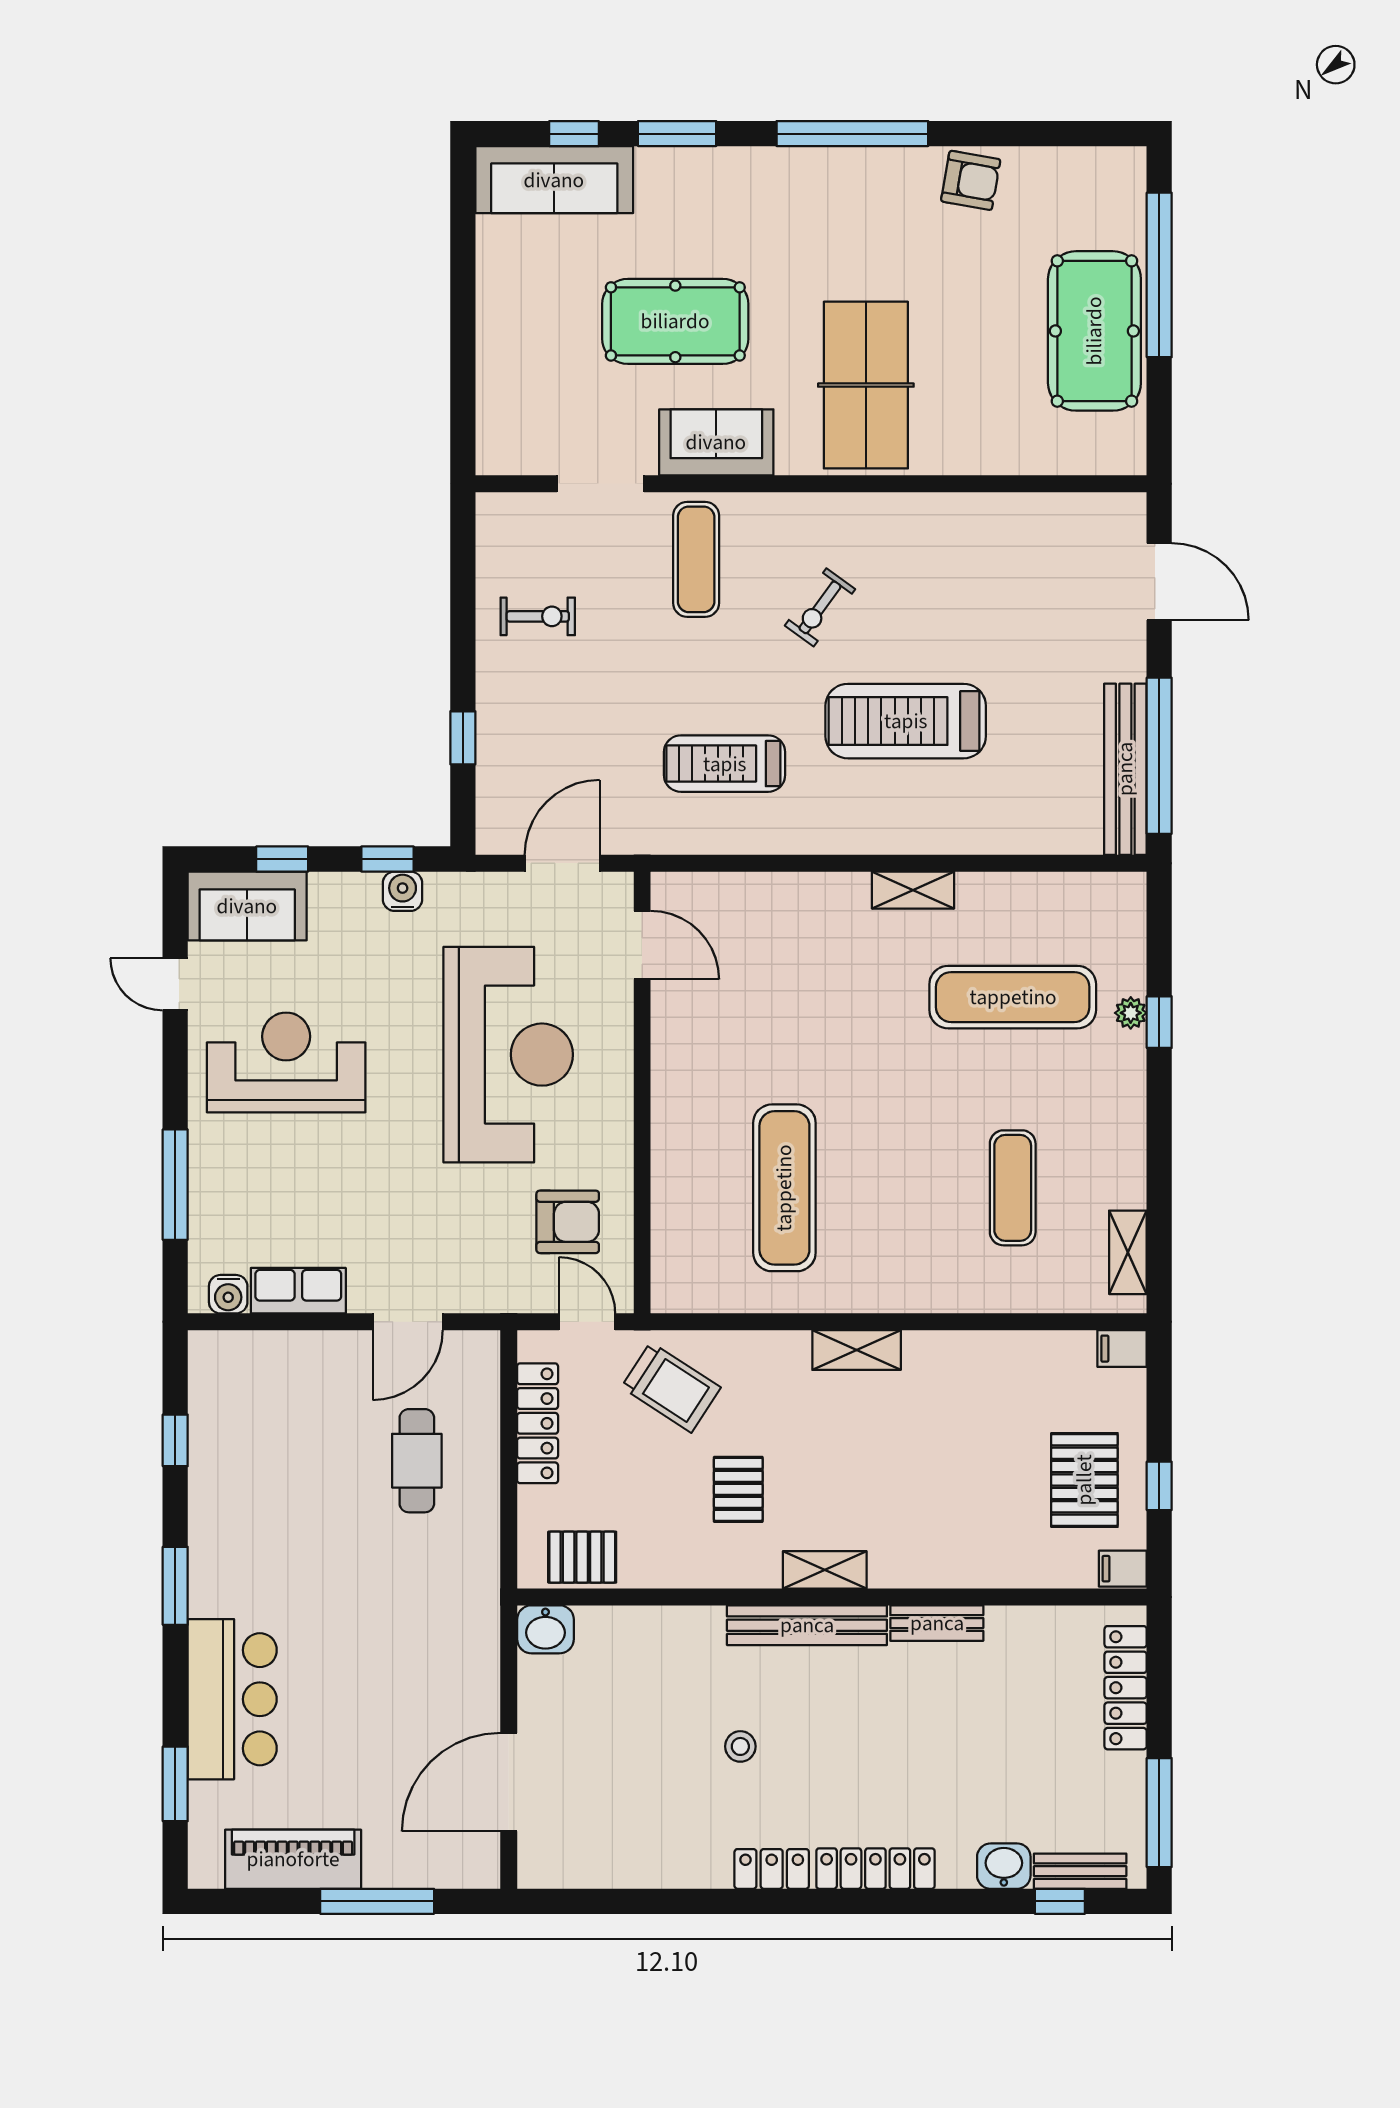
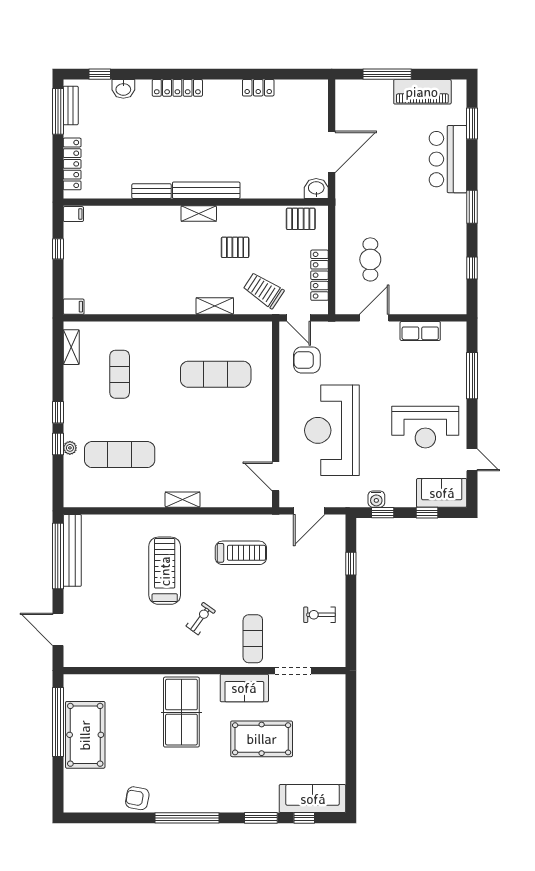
window: (1159, 275) -> (58, 722), moved
treadmill: (906, 721) -> (165, 571), turned -90
shelving: (913, 890) -> (183, 500), moved
window: (1159, 1098) -> (58, 412), added
exercise mat: (784, 1188) -> (216, 374), turned 90
water cooler: (228, 1294) -> (450, 330), removed
shelving: (857, 1350) -> (215, 306), moved
pallet: (1084, 1480) -> (89, 251), removed
pallet: (738, 1489) -> (235, 247), turned 90
stool: (740, 1746) -> (234, 139), removed
door: (509, 1782) -> (332, 152), moved
locker: (772, 1869) -> (258, 88), moved
bench: (1080, 1871) -> (71, 105), moved, turned 90

